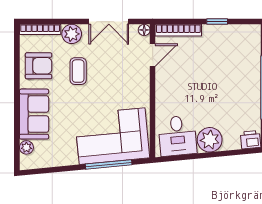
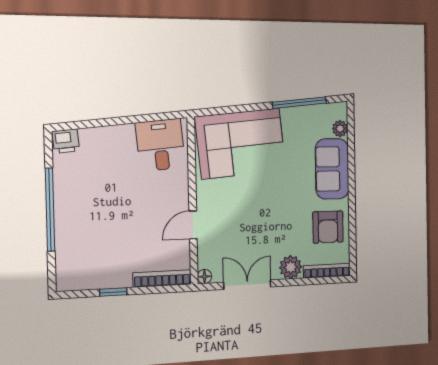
door: (153, 55) -> (193, 225), moved
armchair: (39, 66) -> (328, 227), turned -90
coffee table: (78, 71) -> (282, 222), removed
plant: (210, 140) -> (119, 140), removed
window: (109, 164) -> (300, 103), moved

